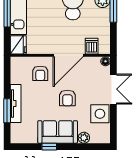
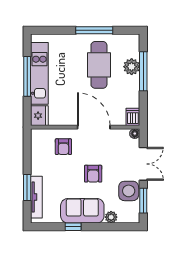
dishwasher: (92, 46) -> (133, 117), moved
door: (68, 55) -> (94, 127), swing flipped
tv unit: (16, 103) -> (36, 197), moved
window: (113, 123) -> (143, 201), added

